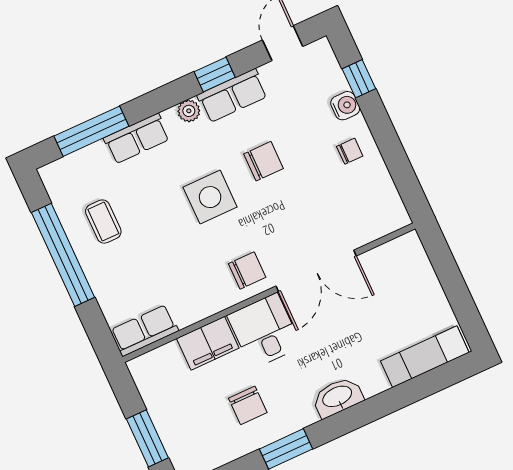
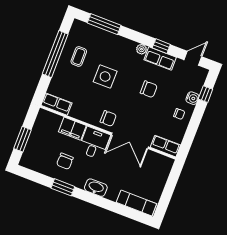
row of seats: (137, 139) -> (165, 146), moved, turned 180
side table: (210, 197) -> (105, 77), moved

